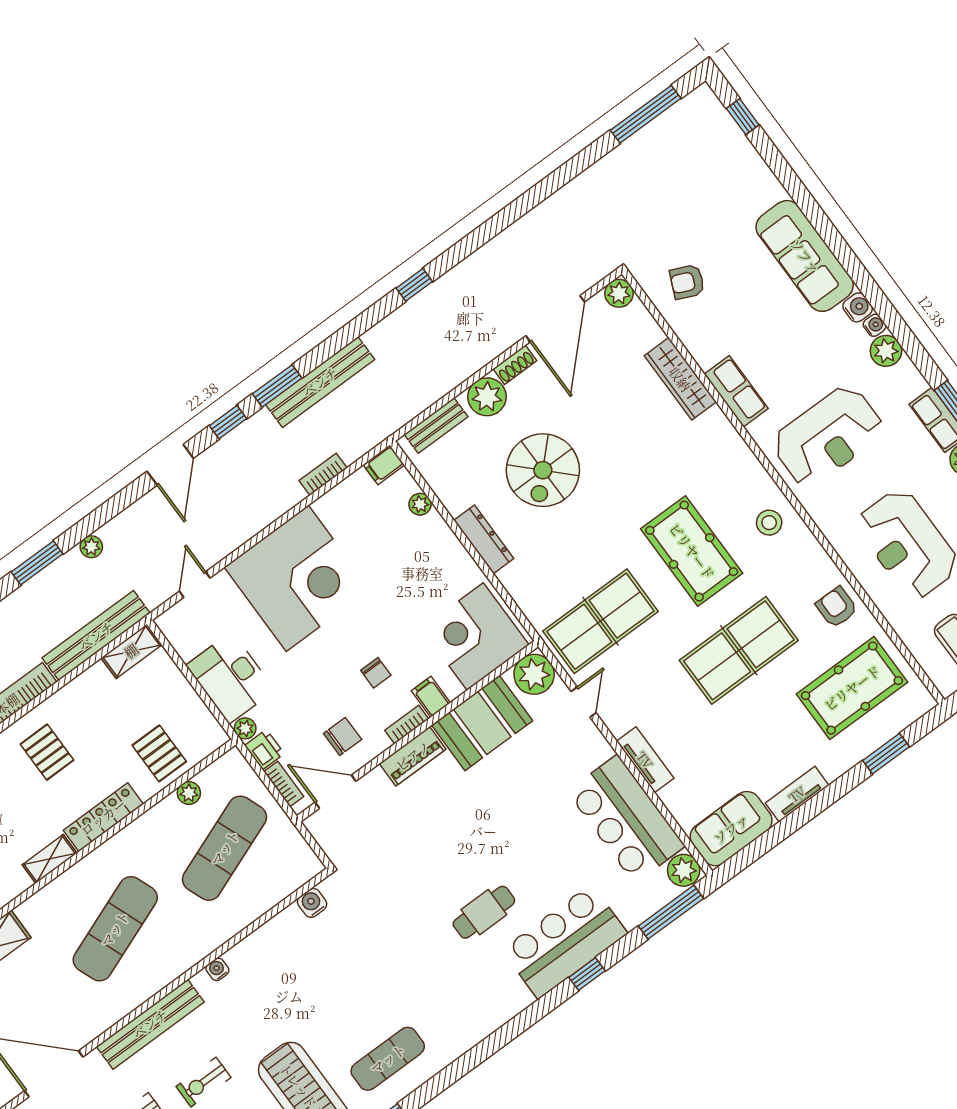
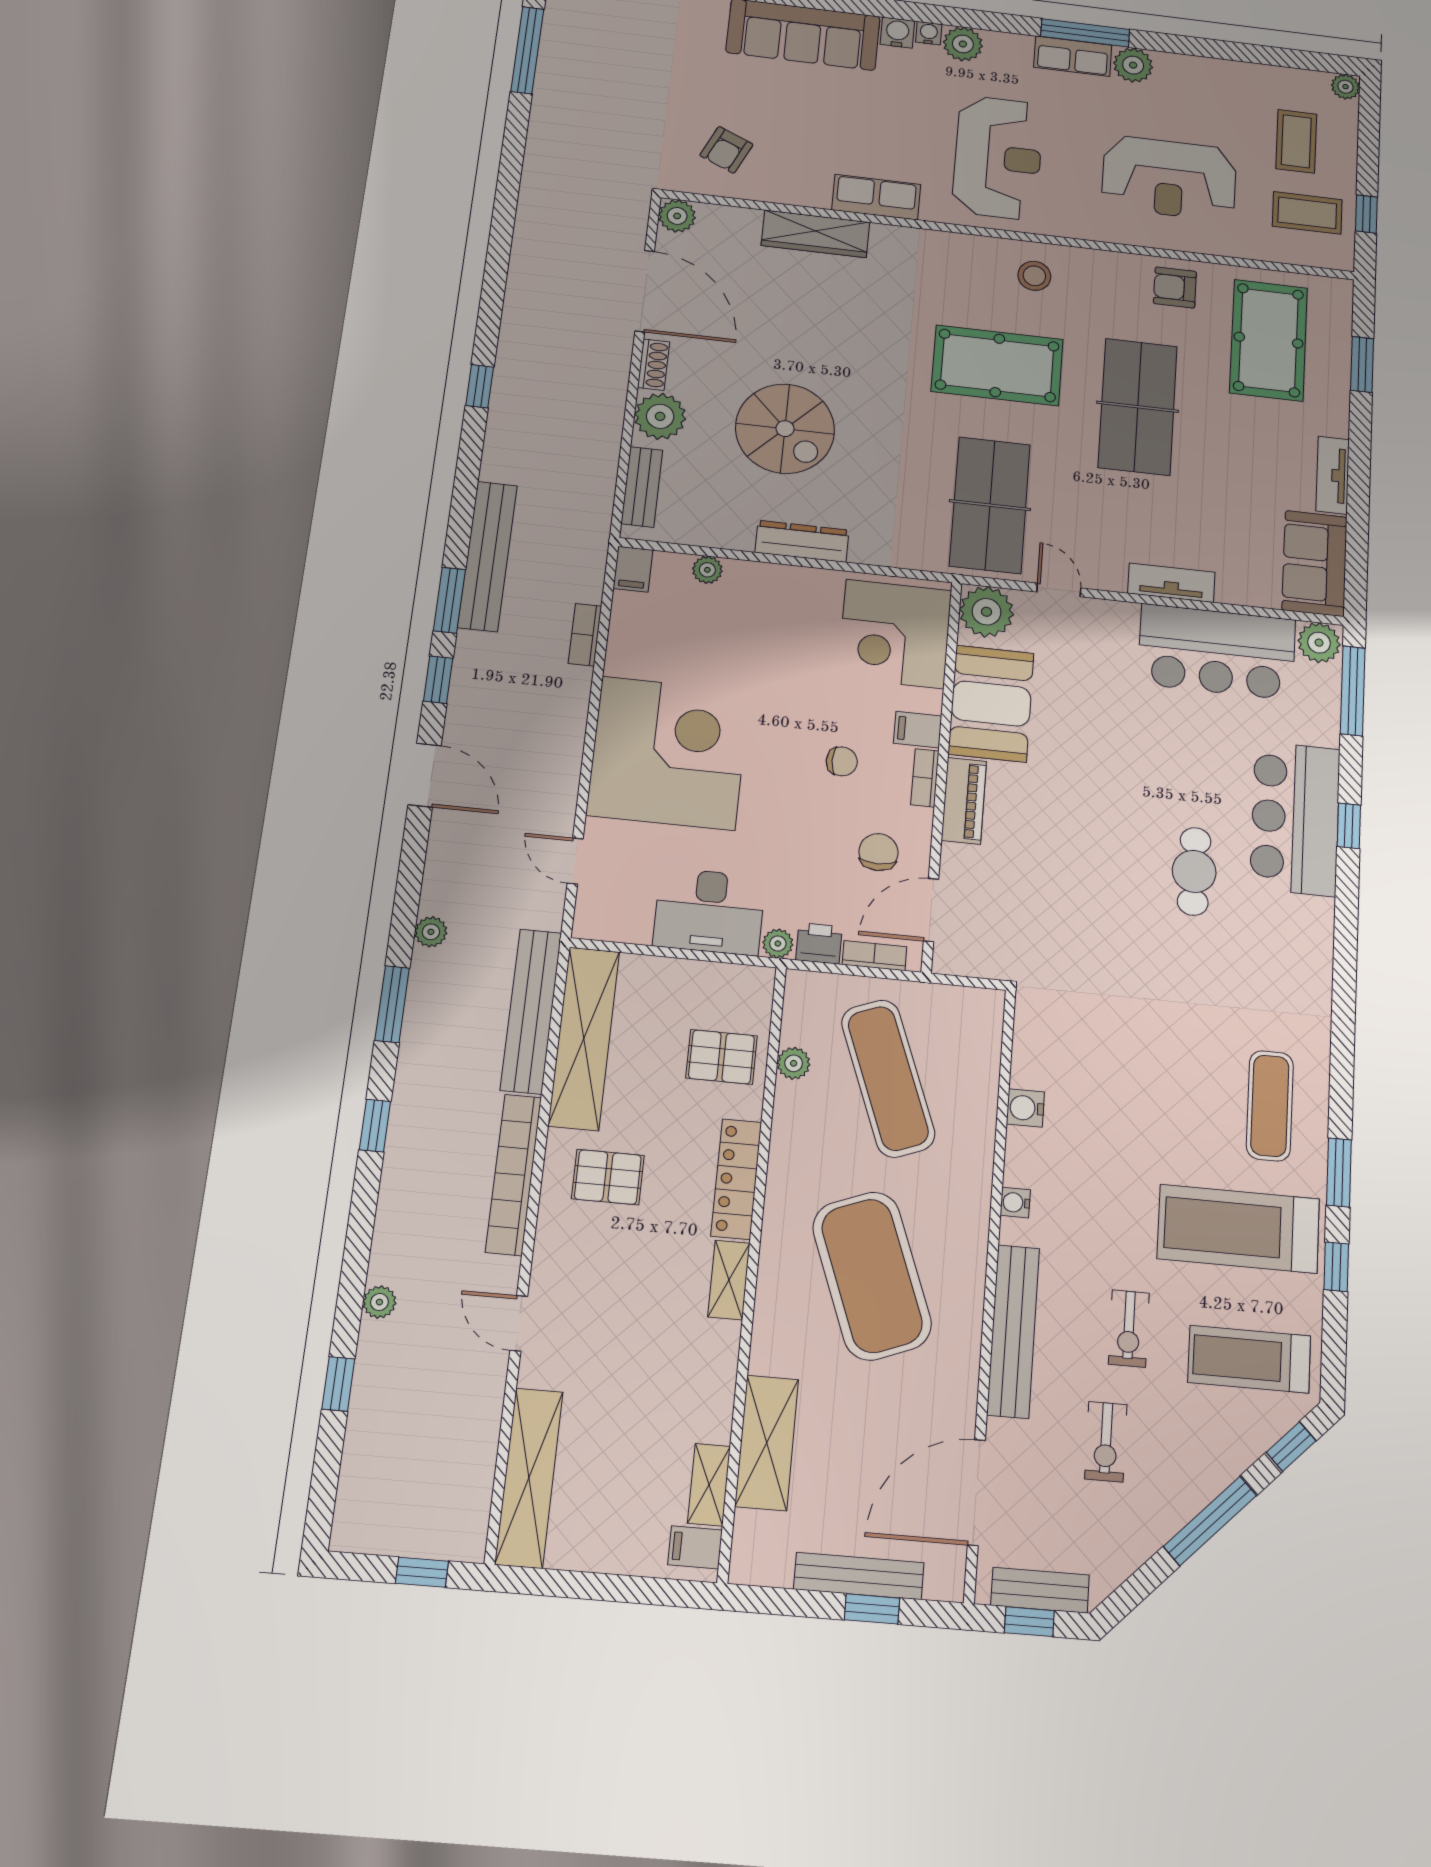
shelving: (131, 651) -> (584, 1038), width x2.20, depth x1.33
water cooler: (312, 903) -> (1025, 1108), moved
exercise mat: (115, 929) -> (872, 1276), width x1.47

